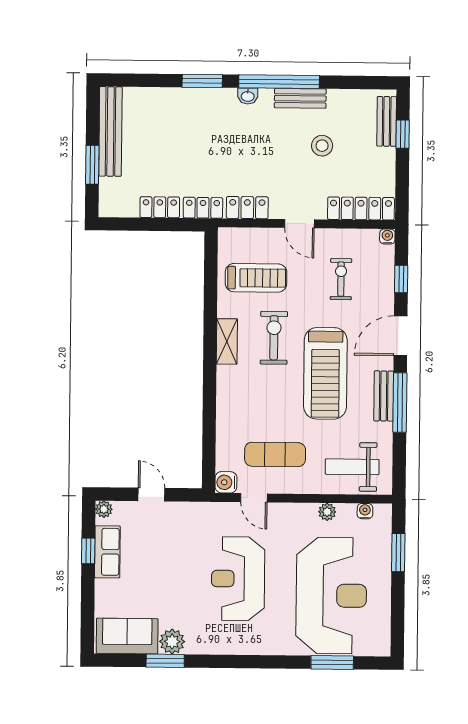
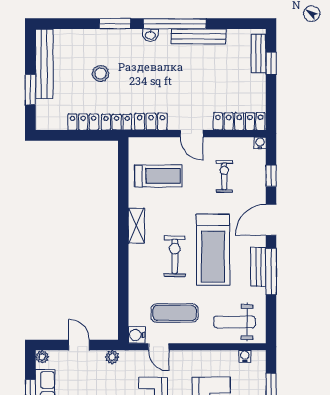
bench: (300, 98) -> (198, 36), width x1.36
stool: (322, 146) -> (101, 74), moved
exercise bike: (274, 338) -> (175, 256), moved
plant: (327, 512) -> (112, 357), moved

